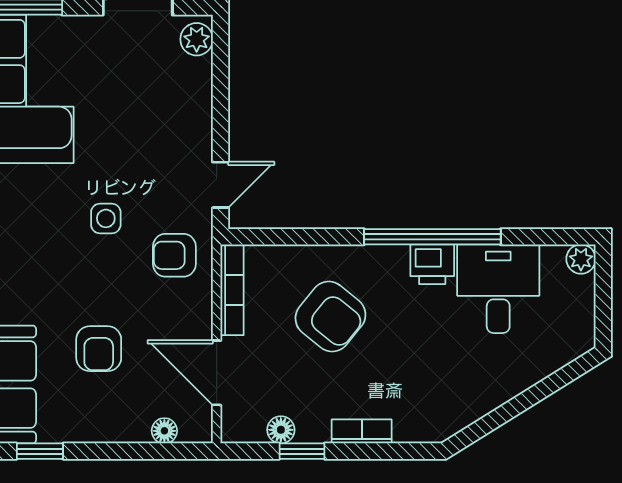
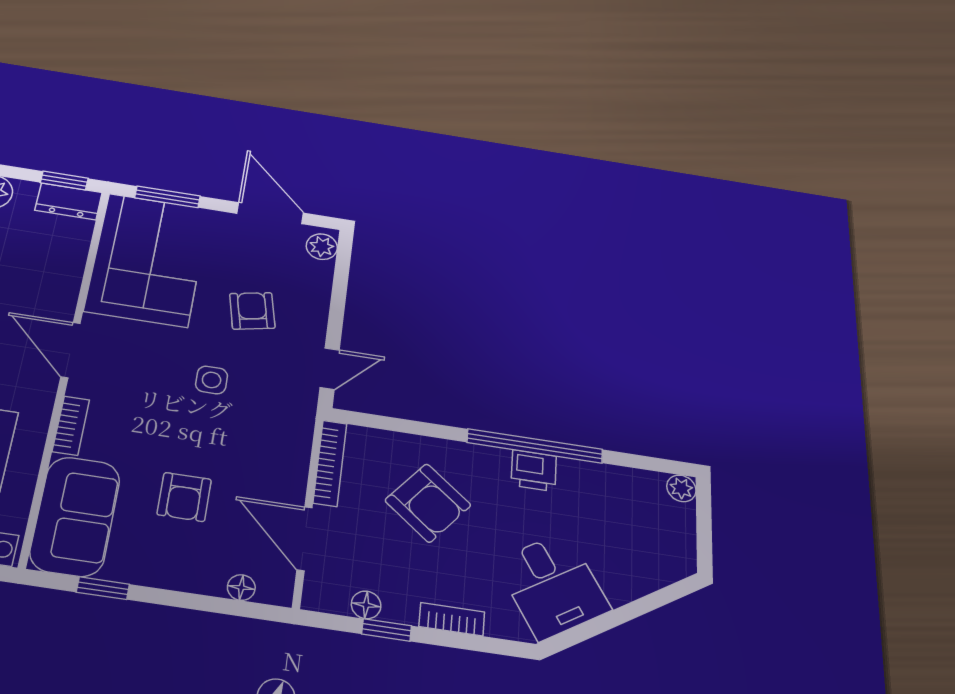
armchair: (174, 255) -> (252, 311), moved, turned 78
desk: (498, 289) -> (553, 585), moved, turned 148

